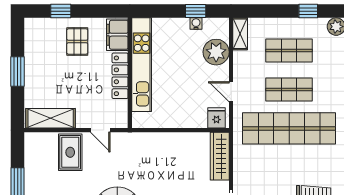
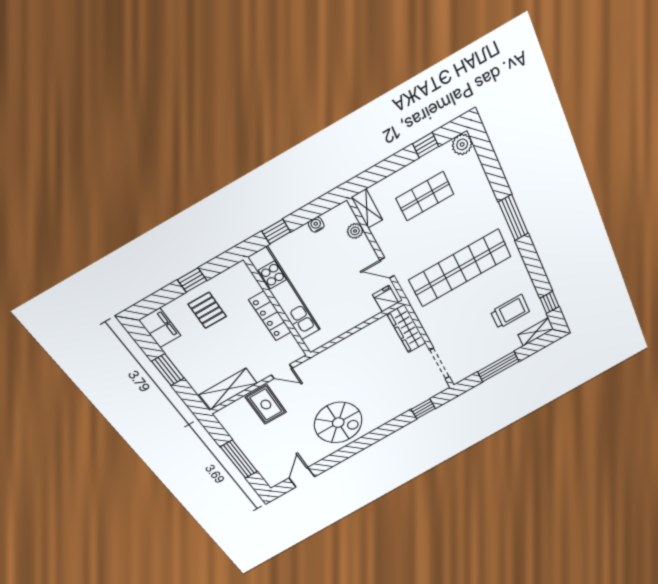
window: (61, 11) -> (192, 280), moved
window: (196, 11) -> (276, 231), moved
filing cabinet: (117, 35) -> (160, 328), moved, turned 180
plant: (216, 52) -> (355, 231), width x0.53, depth x0.53
shop shelf: (289, 89) -> (443, 233), removed

